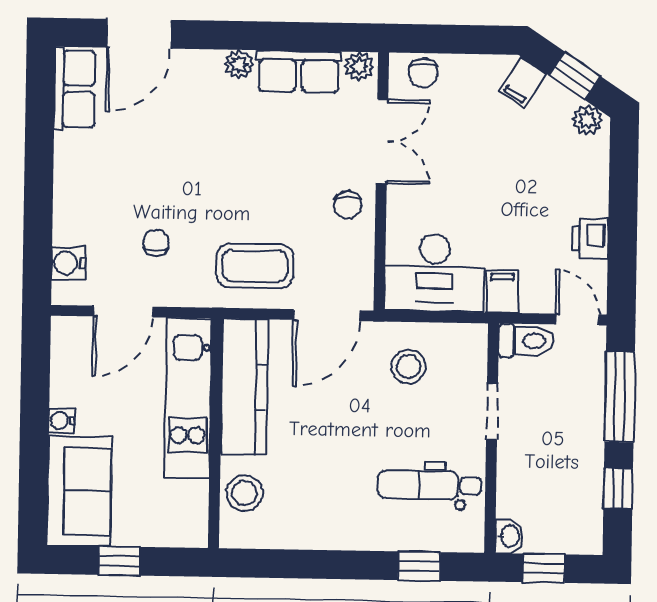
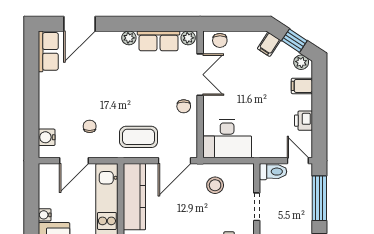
filing cabinet: (502, 292) -> (302, 86), moved, turned -90

